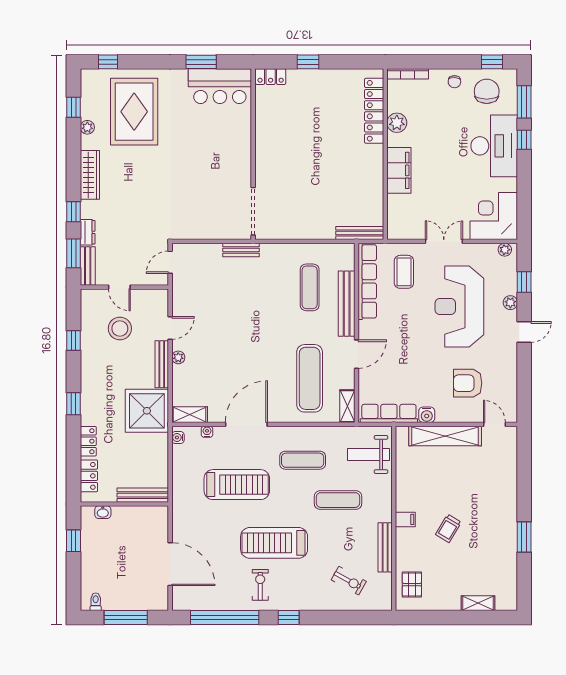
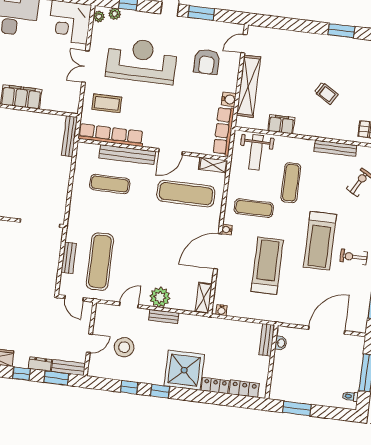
bench: (241, 250) -> (69, 258), moved
exercise mat: (217, 287) -> (100, 262), added
plant: (510, 303) -> (115, 14), moved
reception desk: (459, 307) -> (142, 61), turned 180
door: (170, 328) -> (129, 305), hinge flipped
door: (356, 354) -> (171, 152), swing flipped
plant: (178, 357) -> (160, 297), width x1.87, depth x1.87
bench: (162, 364) -> (164, 317), width x0.73
window: (524, 369) -> (201, 13), added
window: (74, 404) -> (160, 391), moved
shower: (147, 411) -> (184, 370), moved
door: (246, 424) -> (218, 251), hinge flipped
water cooler: (207, 432) -> (227, 230), moved
exercise mat: (303, 460) -> (254, 208), turned 90
bench: (143, 495) -> (267, 340), width x0.73
washbasin: (103, 512) -> (281, 343), moved
filing cabinet: (405, 519) -> (281, 124), moved, width x2.00
window: (74, 541) -> (297, 408), width x1.50

